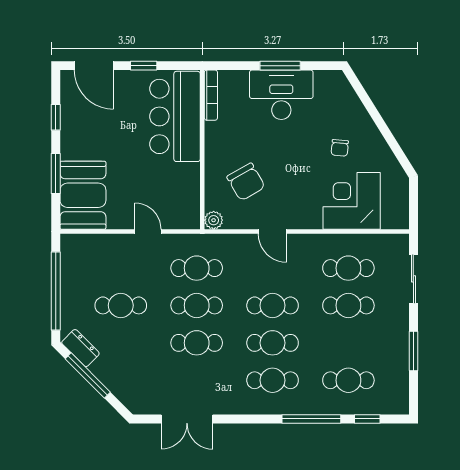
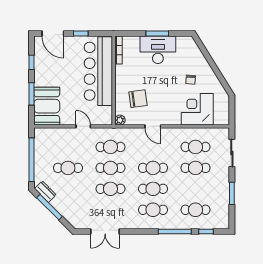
bar counter: (175, 116) -> (98, 71), width x1.36
chair: (246, 182) -> (138, 99), turned -68

